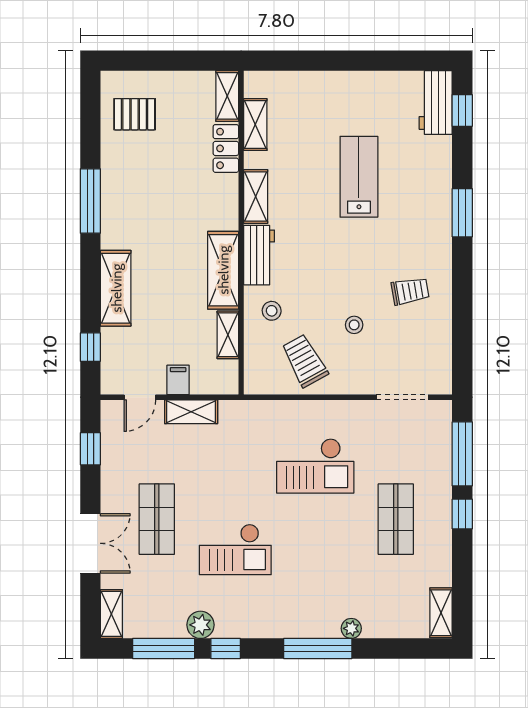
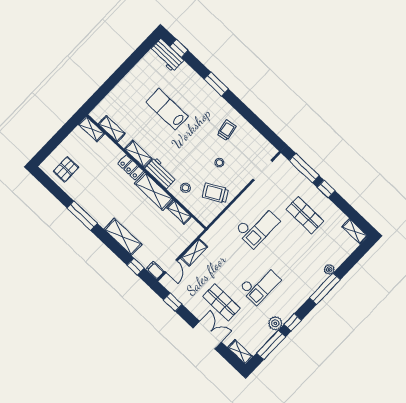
locker: (226, 148) -> (131, 167), moved
filing cabinet: (178, 380) -> (155, 270), moved

